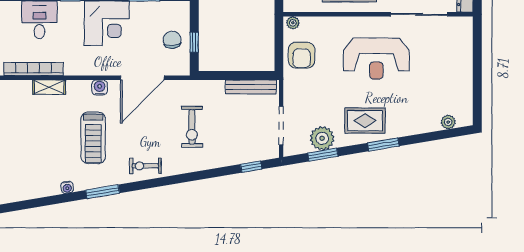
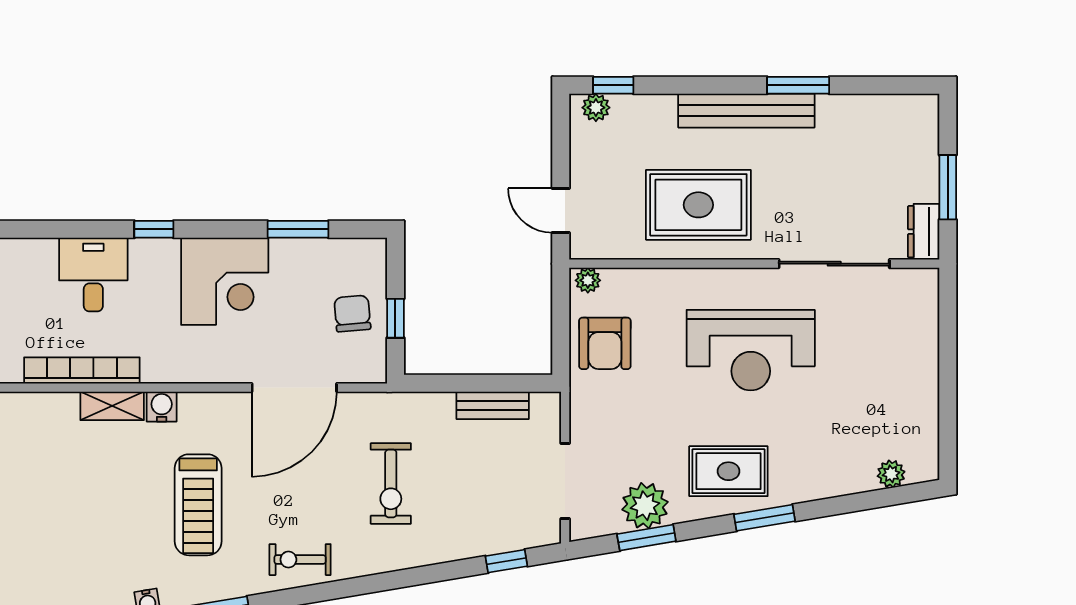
bench: (251, 87) -> (493, 405), width x0.73
water cooler: (100, 88) -> (162, 407), moved

